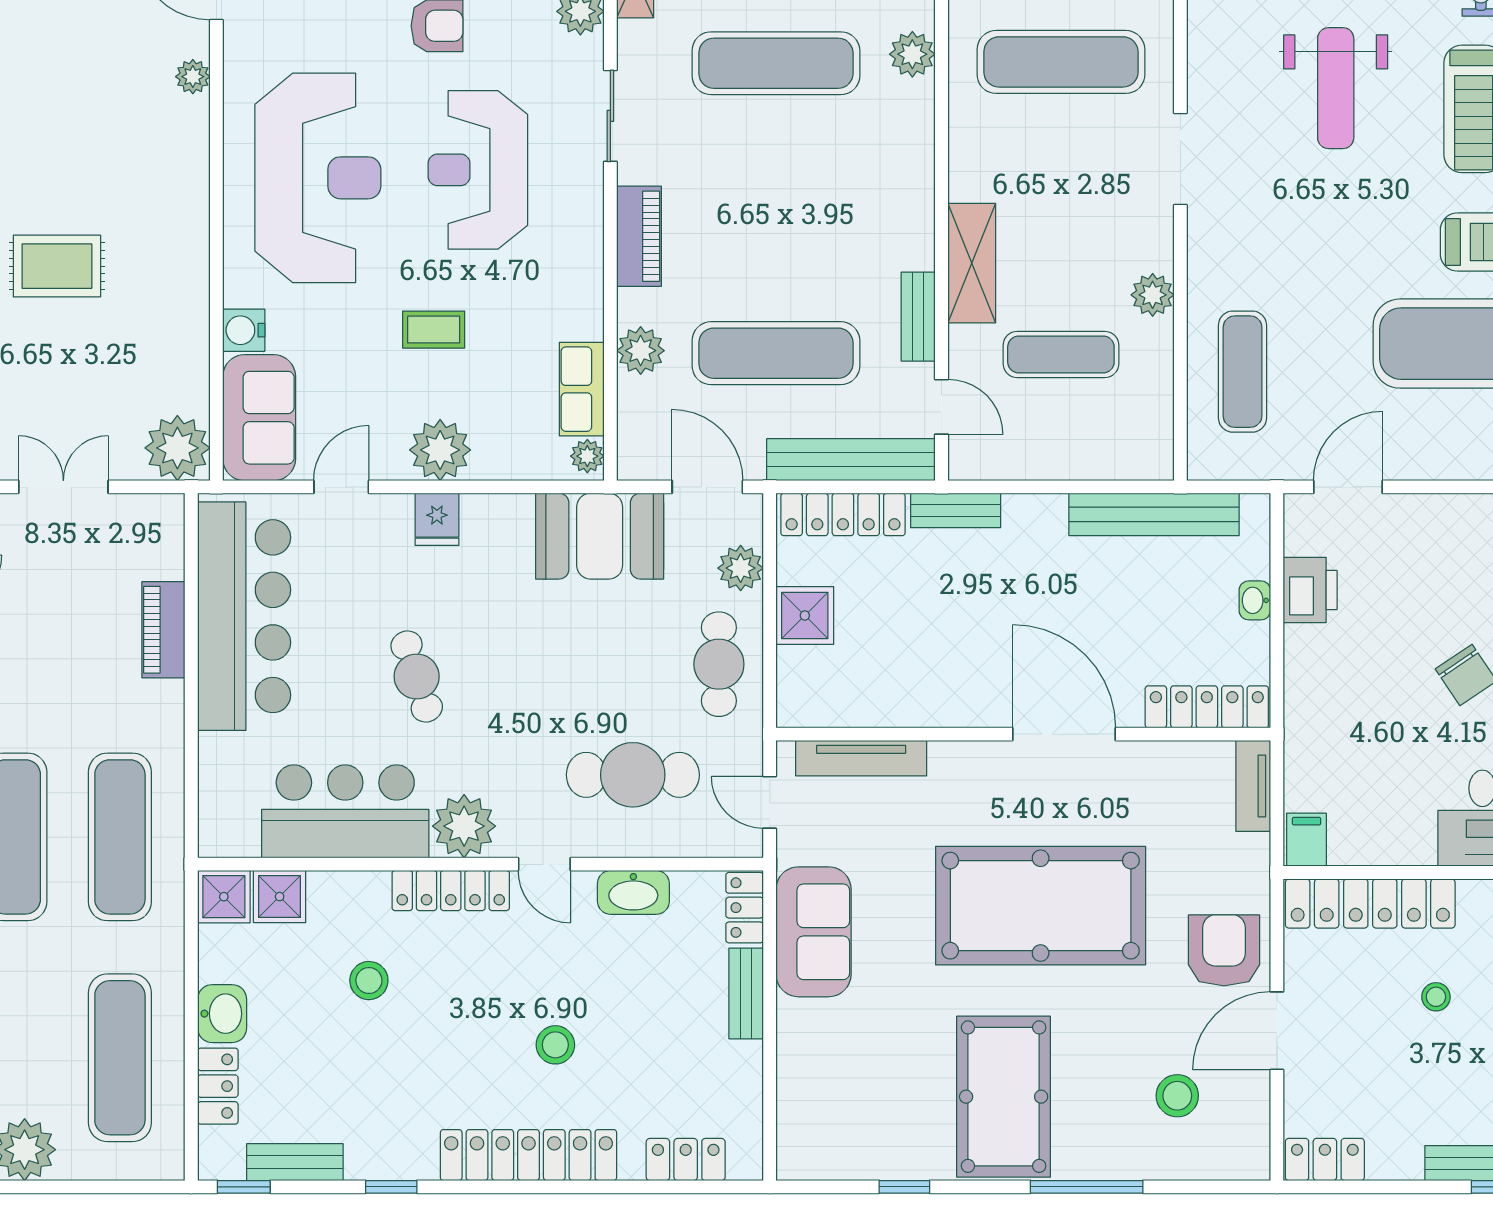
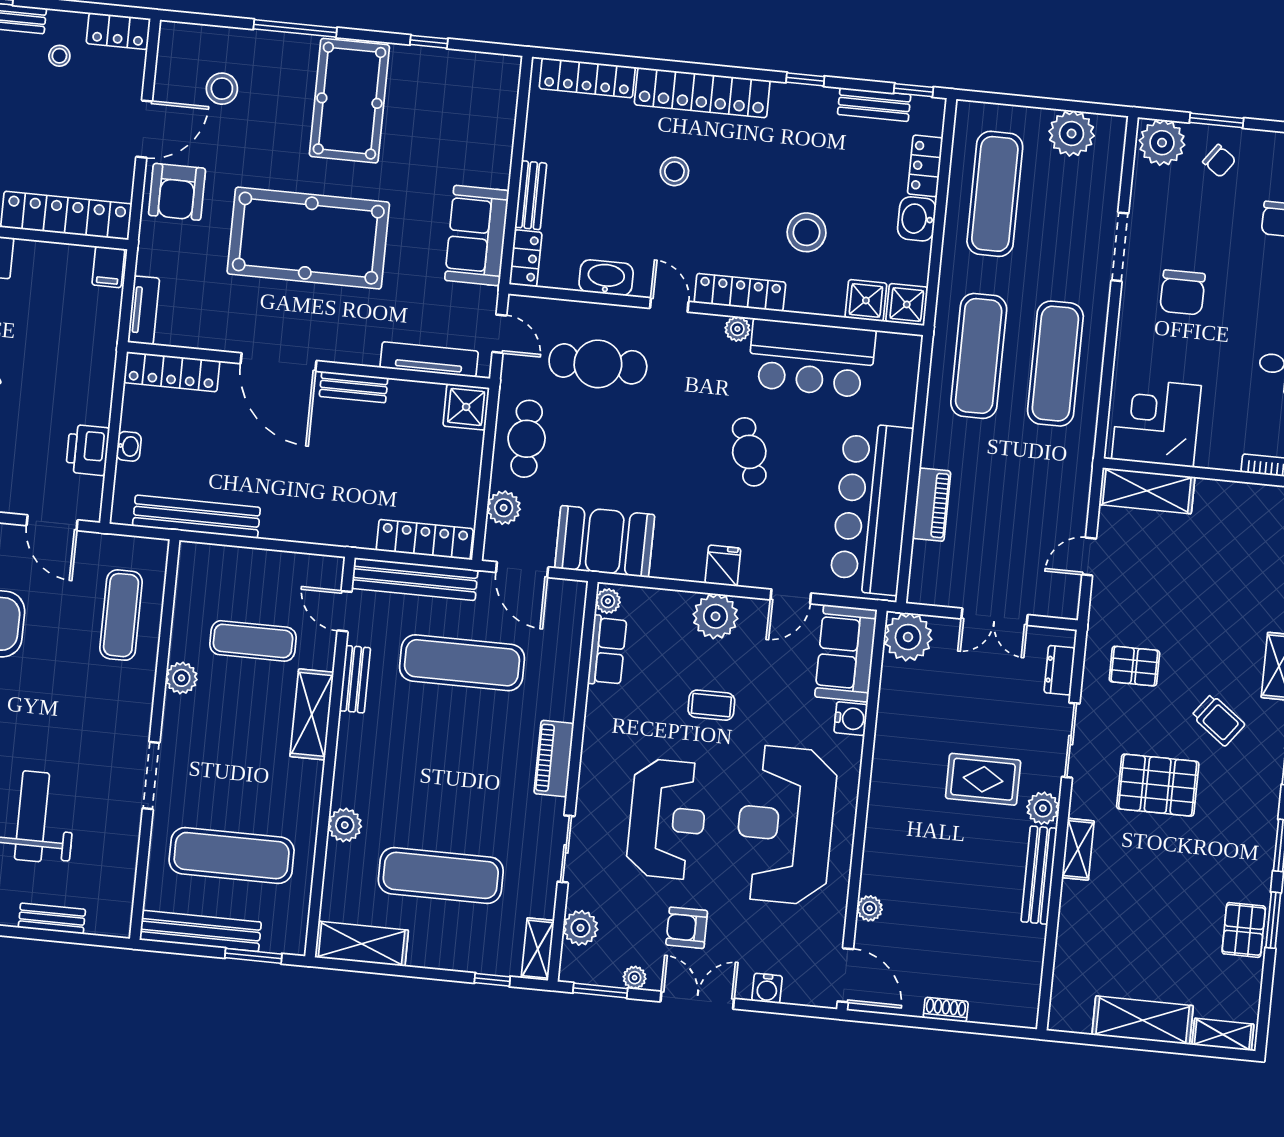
plant: (912, 54) -> (345, 825), moved
plant: (641, 351) -> (561, 675), removed
door: (1348, 487) -> (52, 523), hinge flipped
bench: (956, 510) -> (354, 387), moved
shower: (805, 615) -> (466, 407), moved
plant: (464, 826) -> (737, 329), width x0.53, depth x0.53
stool: (369, 981) -> (807, 232), width x1.38, depth x1.38
stool: (1436, 997) -> (59, 56), moved
locker: (686, 1160) -> (587, 78), width x1.53

